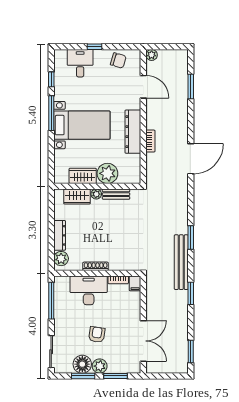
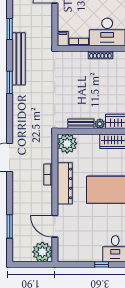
plant: (152, 55) -> (42, 252), width x1.88, depth x1.88
chair: (118, 60) -> (79, 251), removed
plant: (107, 173) -> (67, 144), moved

